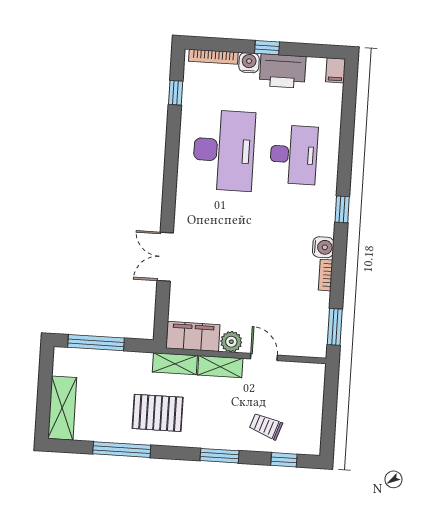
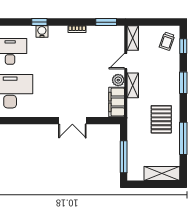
water cooler: (323, 247) -> (42, 31), moved
shelving: (175, 364) -> (133, 38), moved
trolley: (266, 426) -> (167, 41), moved

